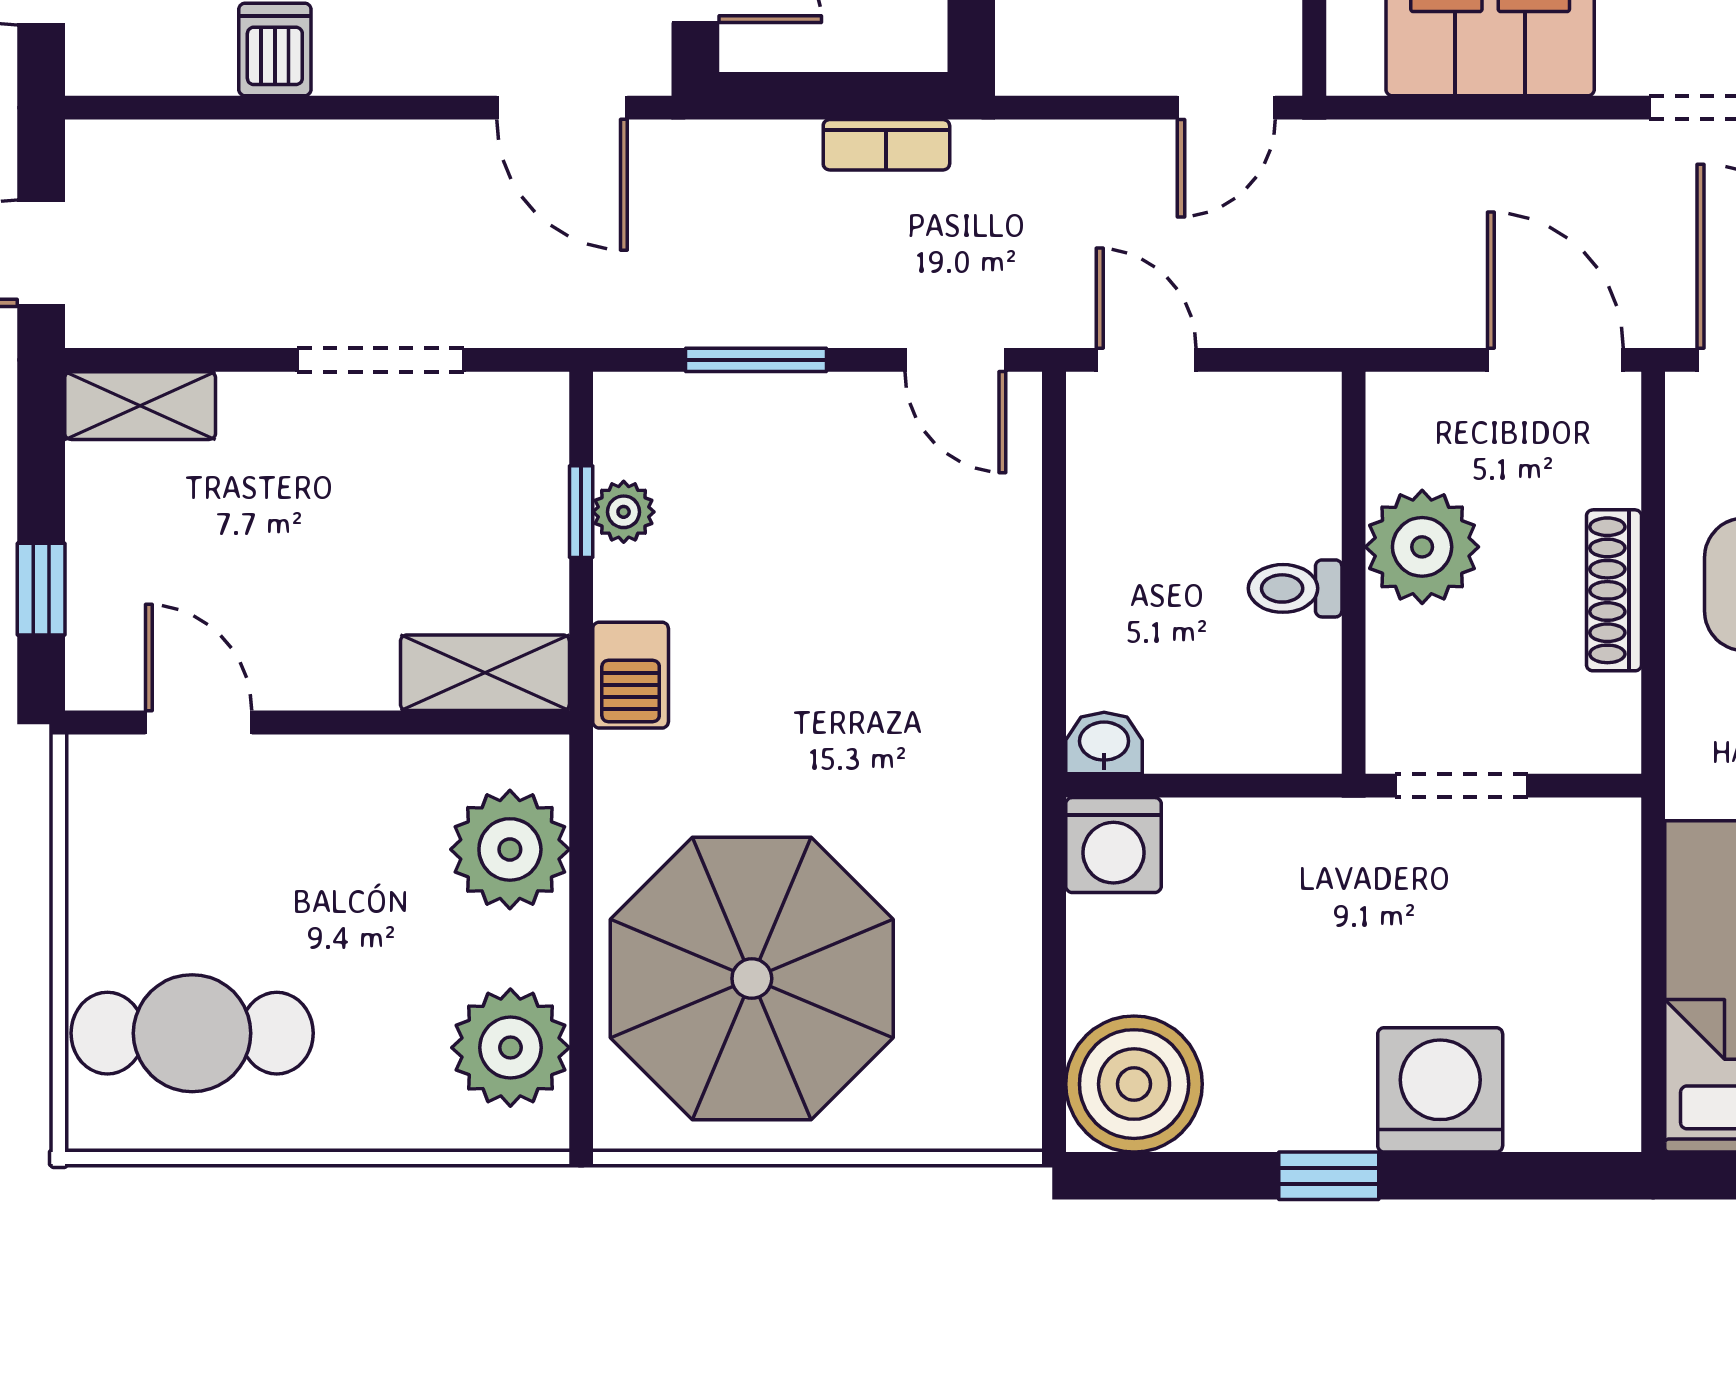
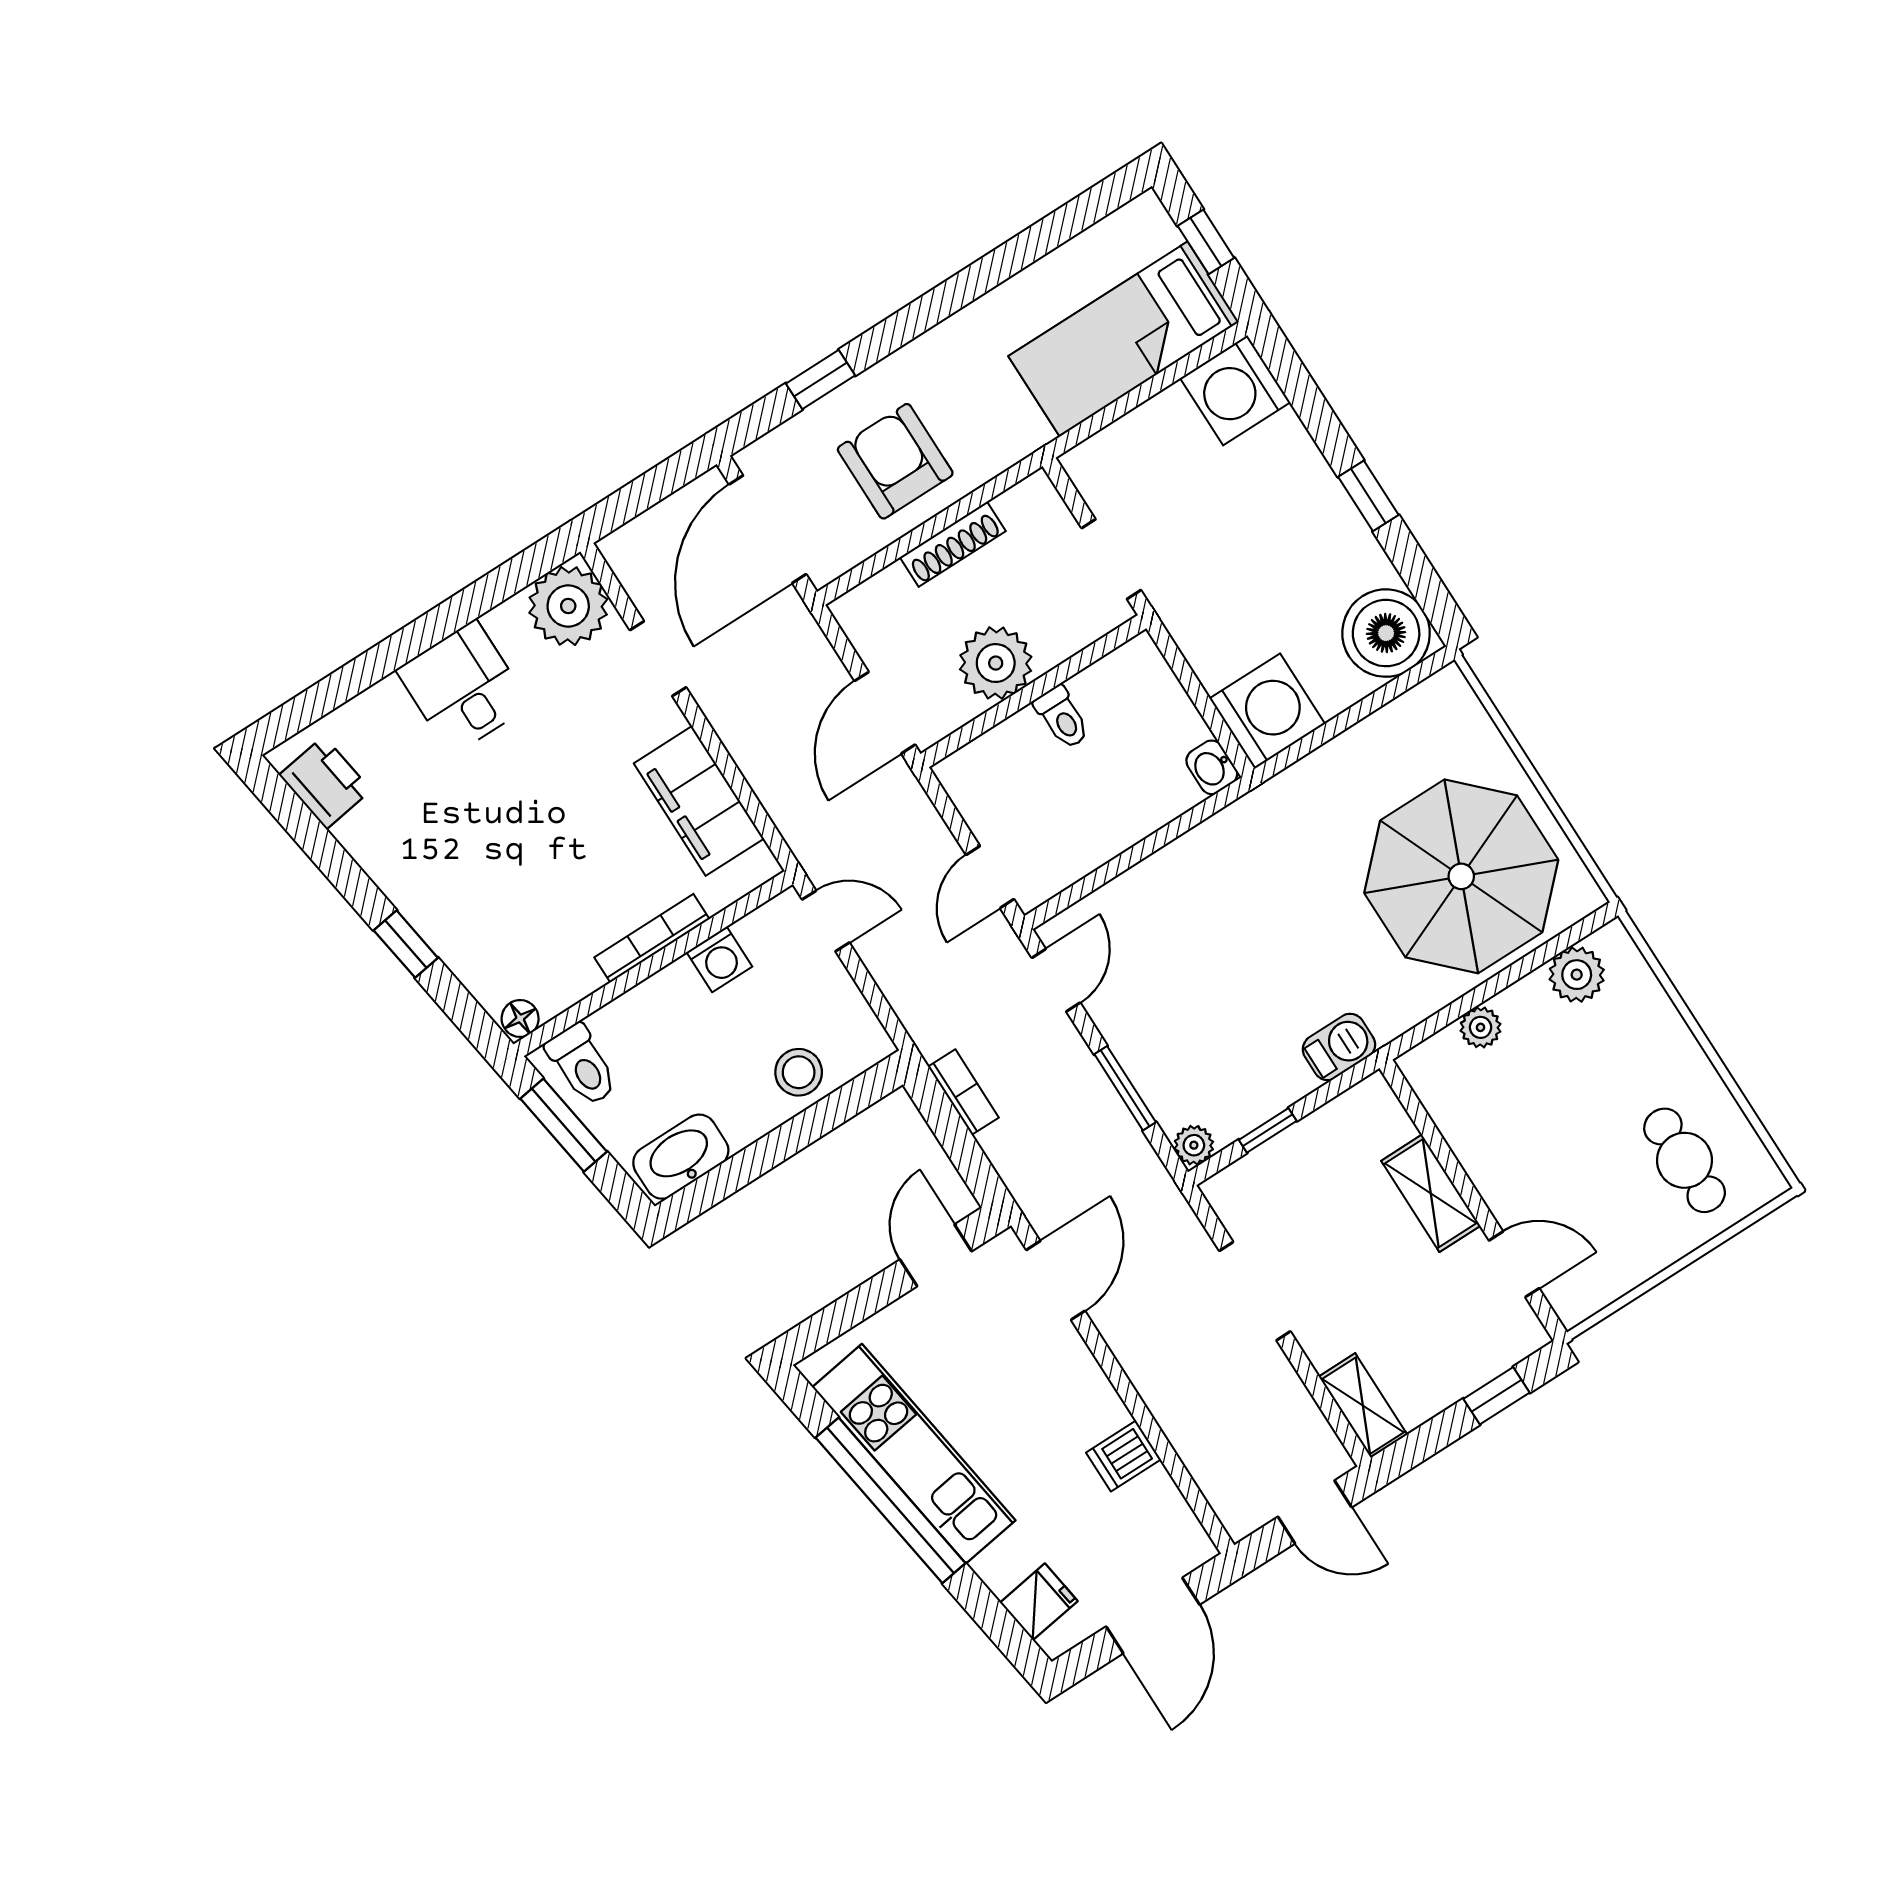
door: (1555, 360) -> (885, 713), moved
plant: (624, 512) -> (1194, 1145), moved
shelving: (485, 673) -> (1431, 1193), moved
door: (199, 723) -> (1514, 1264), swing flipped
washing machine: (1113, 845) -> (1267, 711), width x1.37, depth x1.37
plant: (510, 849) -> (1481, 1027), width x0.53, depth x0.53
cafe table: (192, 1033) -> (1685, 1160), width x0.73, depth x0.74
plant: (510, 1048) -> (1577, 975), width x0.73, depth x0.73
washing machine: (1440, 1090) -> (1235, 390), moved

